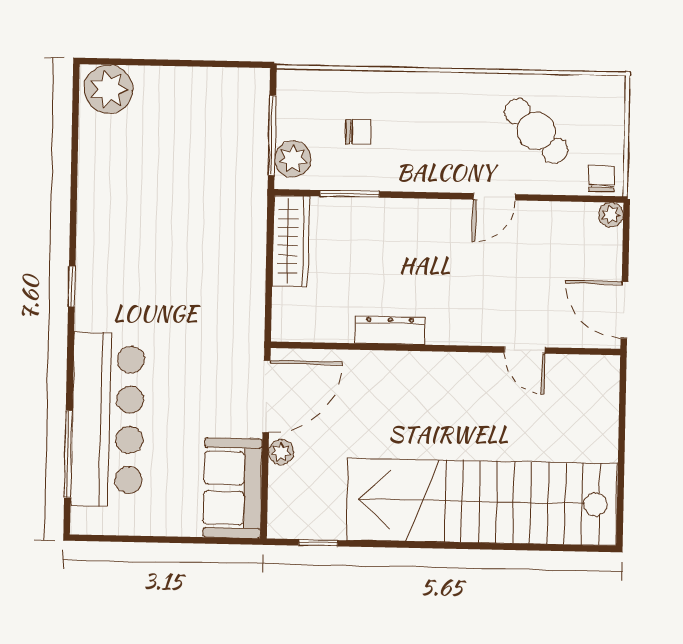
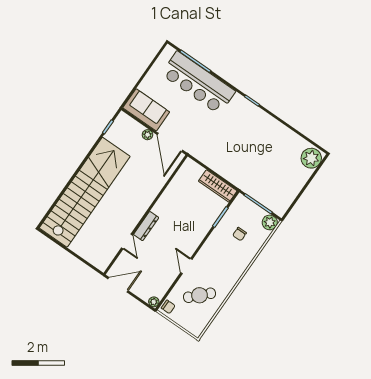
plant: (293, 159) -> (270, 222), moved
dresser: (390, 330) -> (146, 226), moved
door: (525, 350) -> (127, 241), swing flipped

